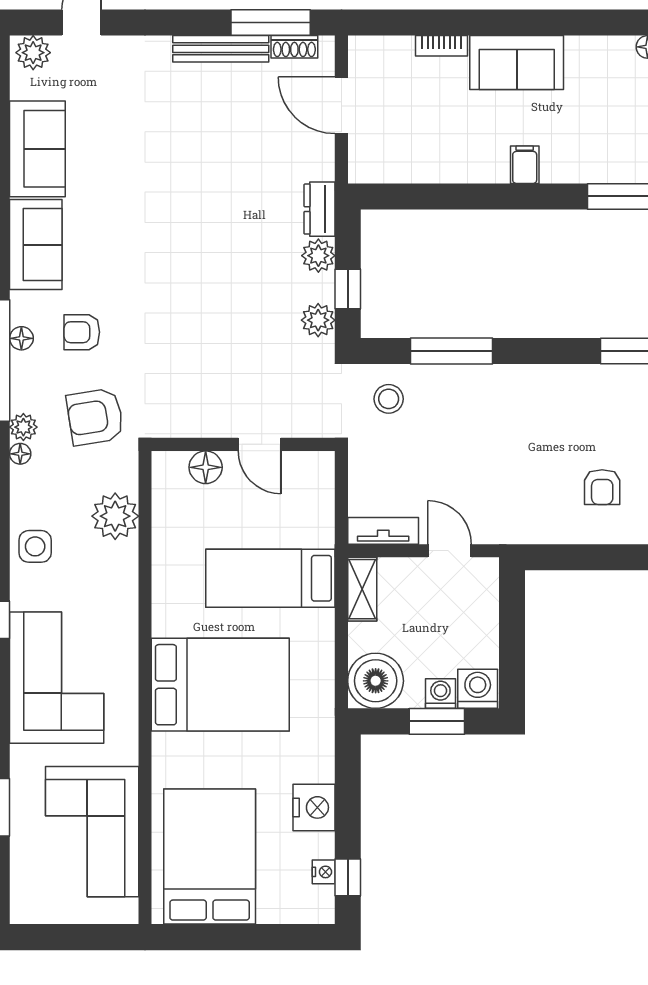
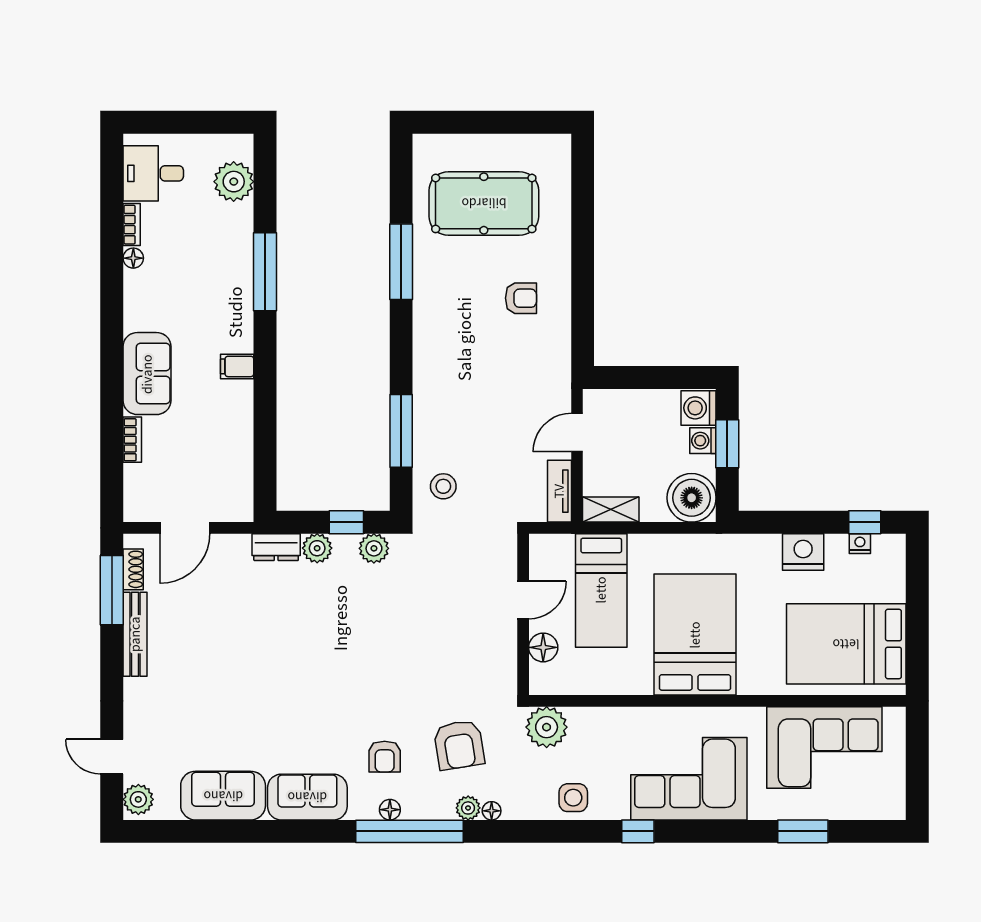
wall: (243, 444) -> (523, 614), moved
door: (260, 444) -> (523, 600), moved
floor lamp: (206, 467) -> (543, 647), moved

